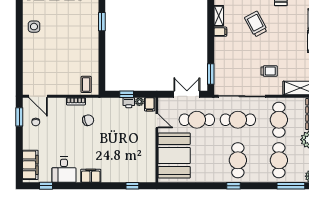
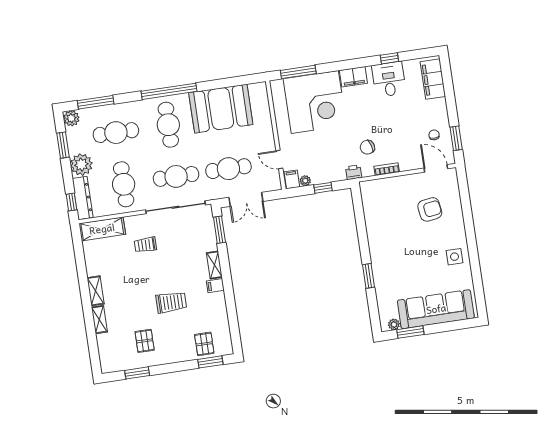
shelving: (219, 16) -> (214, 265), moved
trolley: (256, 24) -> (171, 302), turned -62
armchair: (47, 65) -> (430, 209), added
coffee table: (86, 84) -> (377, 193), removed
printer: (129, 103) -> (354, 172), moved
booth: (174, 155) -> (221, 109), moved, turned 90
cafe table: (279, 160) -> (116, 133), turned 90
corner desk: (123, 161) -> (315, 102), added
window: (46, 186) -> (389, 58), moved
window: (132, 186) -> (298, 72), width x2.17
window: (233, 186) -> (169, 91), width x3.17

